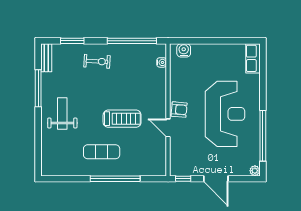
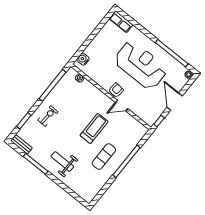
door: (216, 179) -> (175, 102), swing flipped

